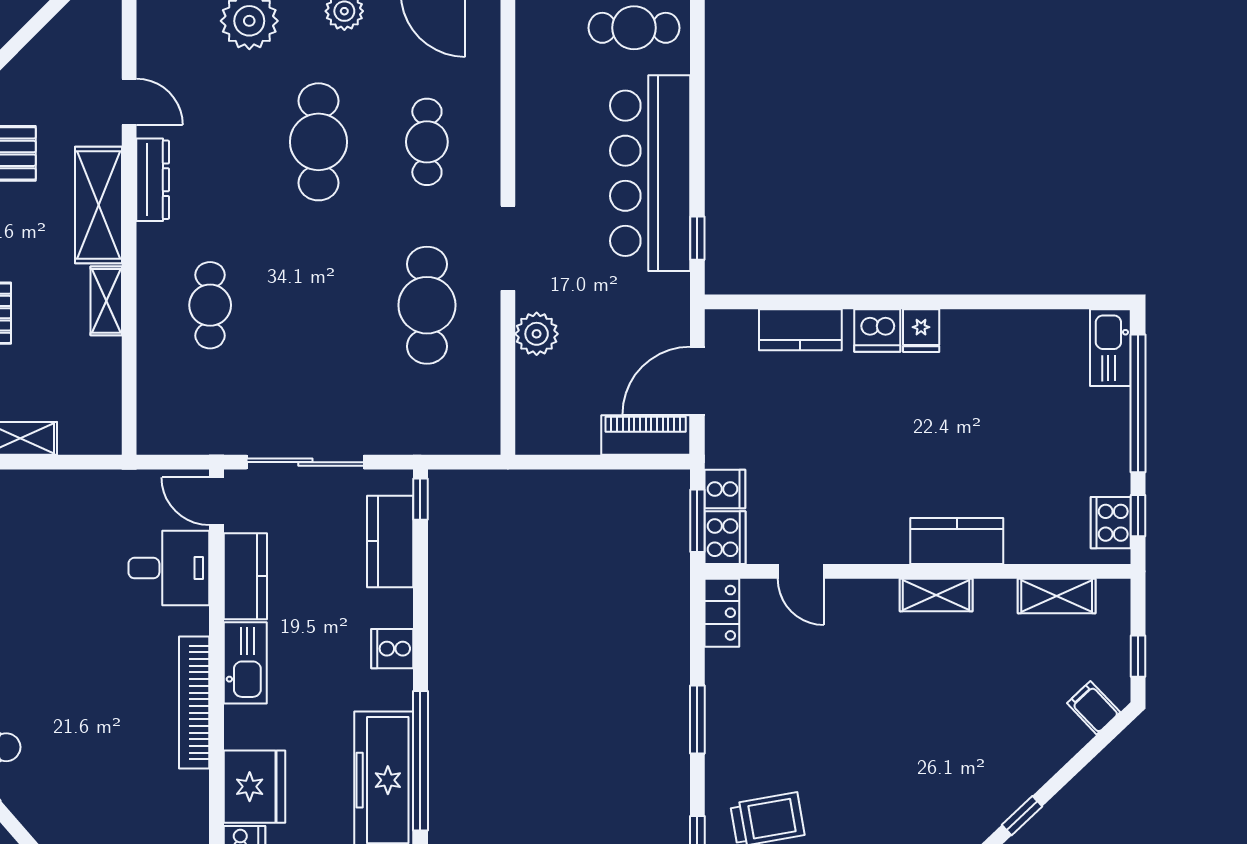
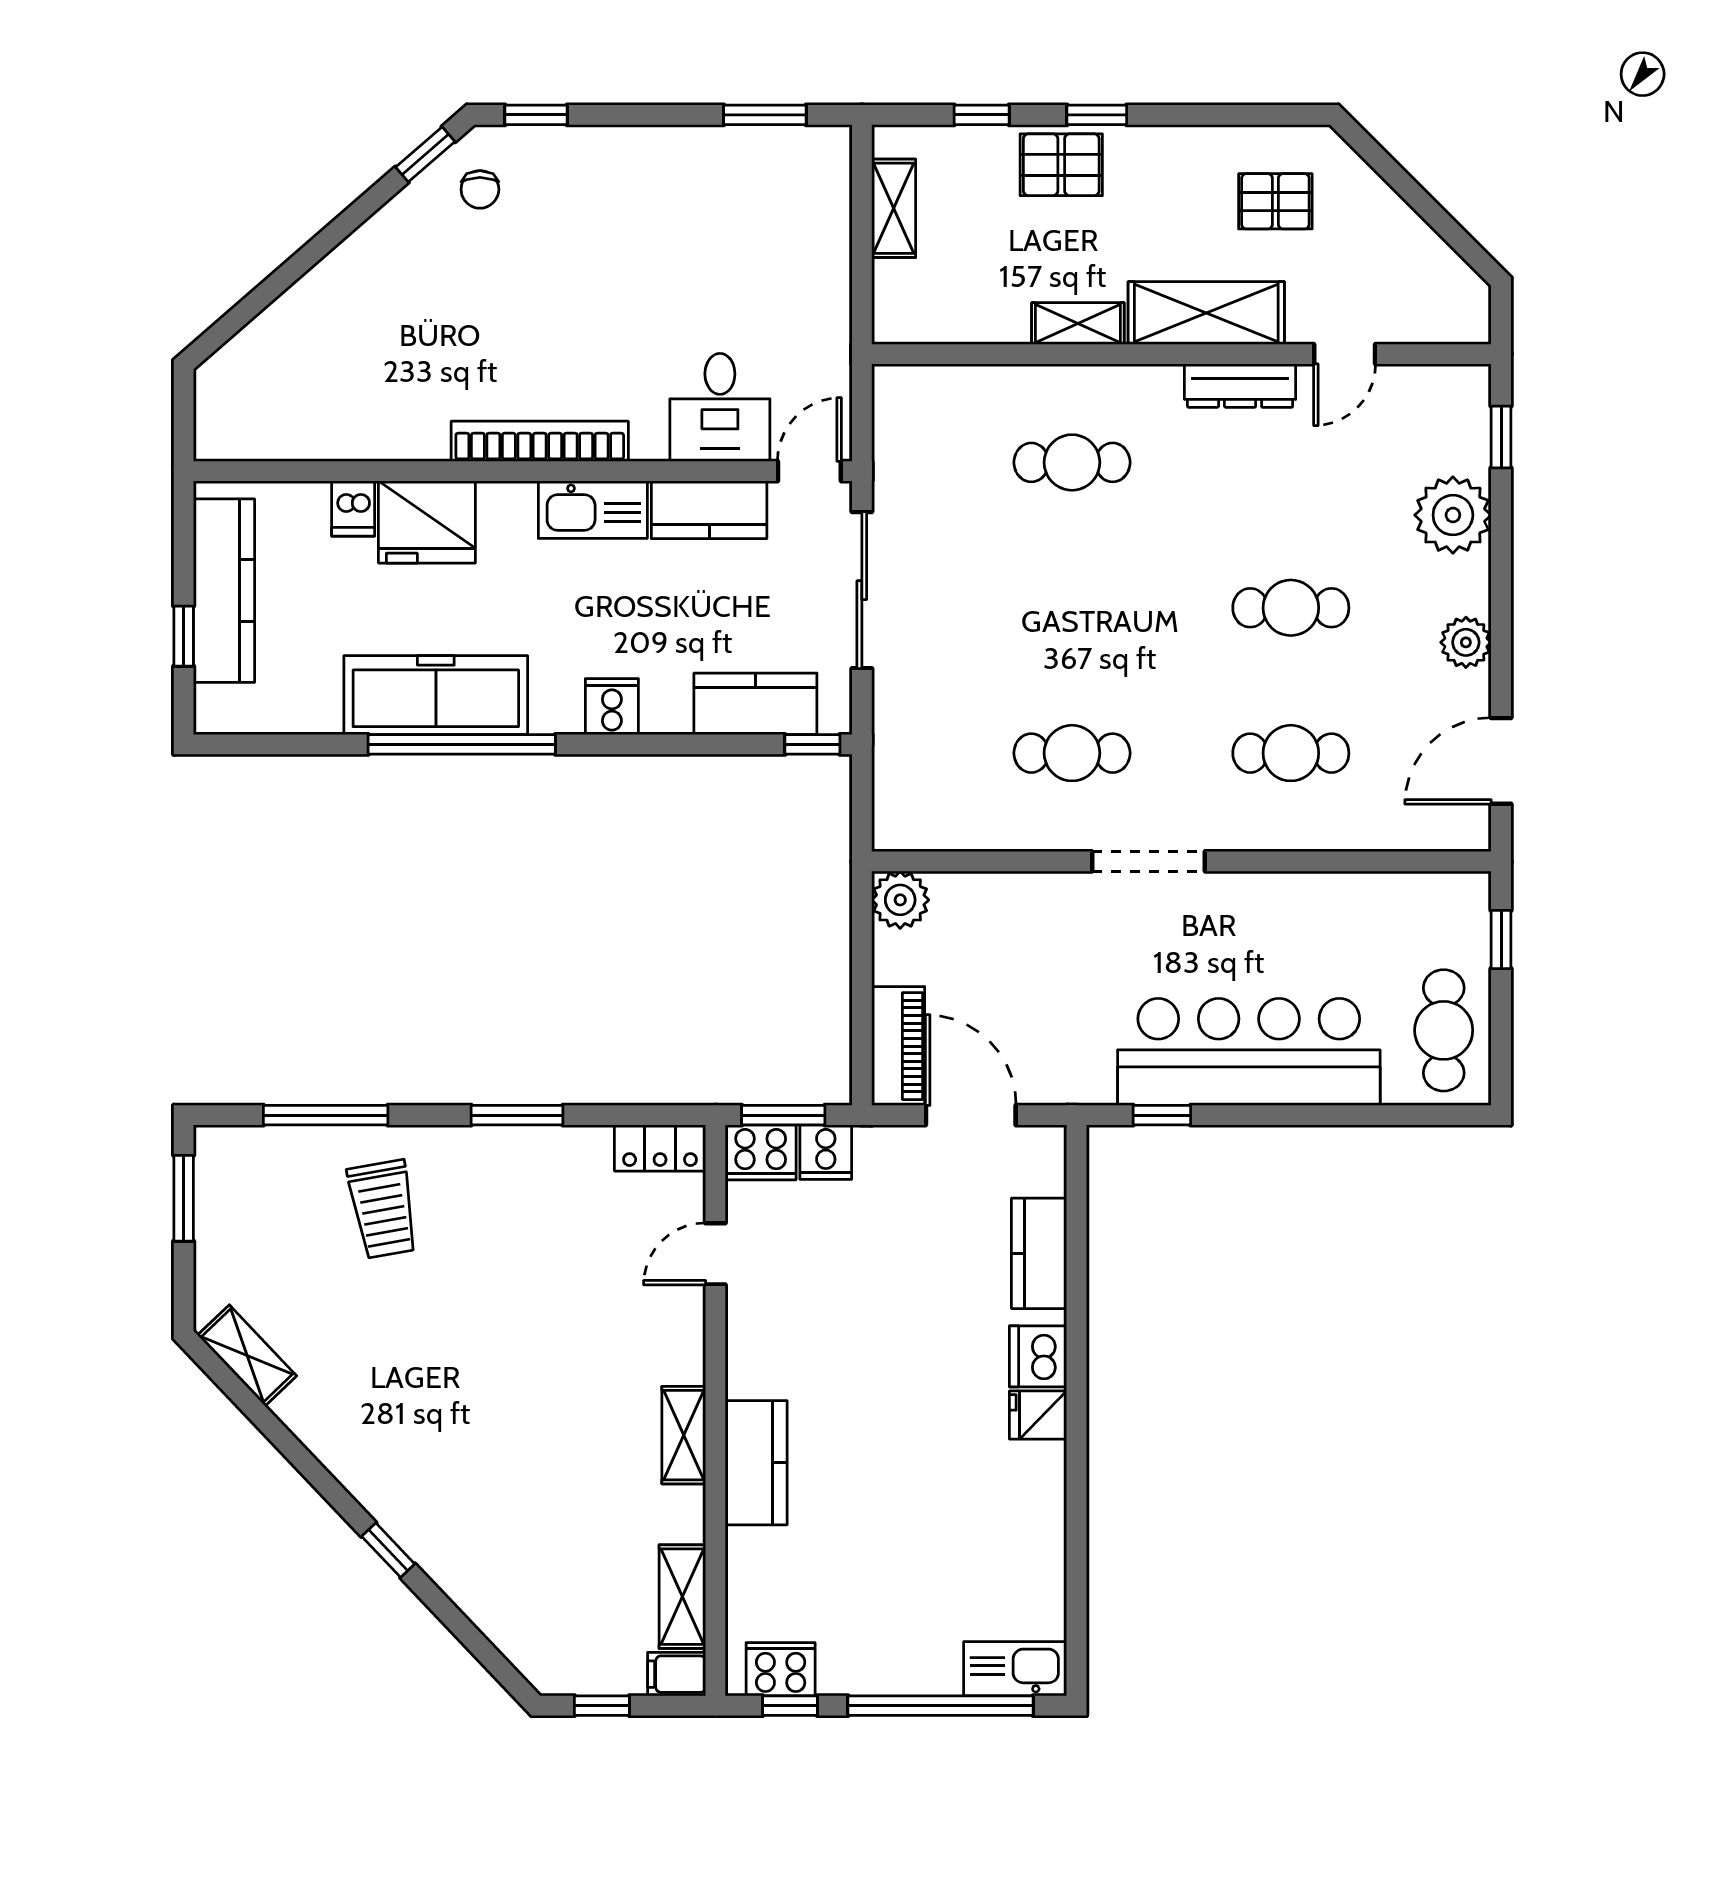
cafe table: (318, 142) -> (1291, 608), width x0.73, depth x0.74
cafe table: (427, 305) -> (1072, 753), width x0.73, depth x0.74
plant: (537, 334) -> (900, 900), moved
filing cabinet: (1094, 708) -> (677, 1674), moved, turned -136

